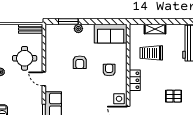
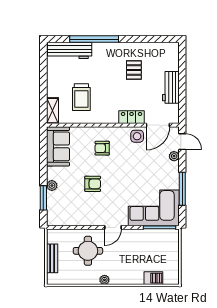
bench: (31, 29) -> (52, 258), moved
shelving: (155, 29) -> (52, 111), moved
locker: (135, 80) -> (132, 117), moved

